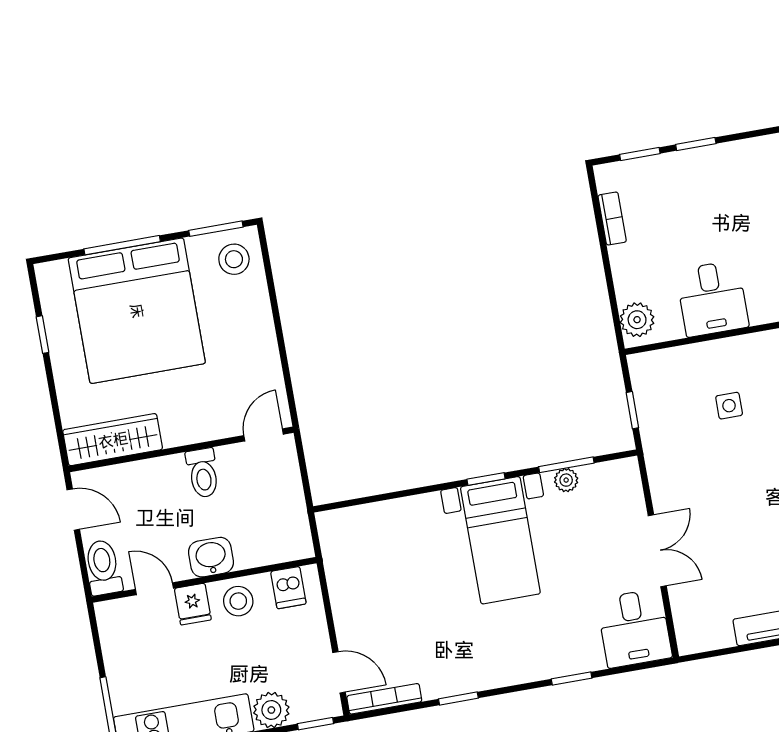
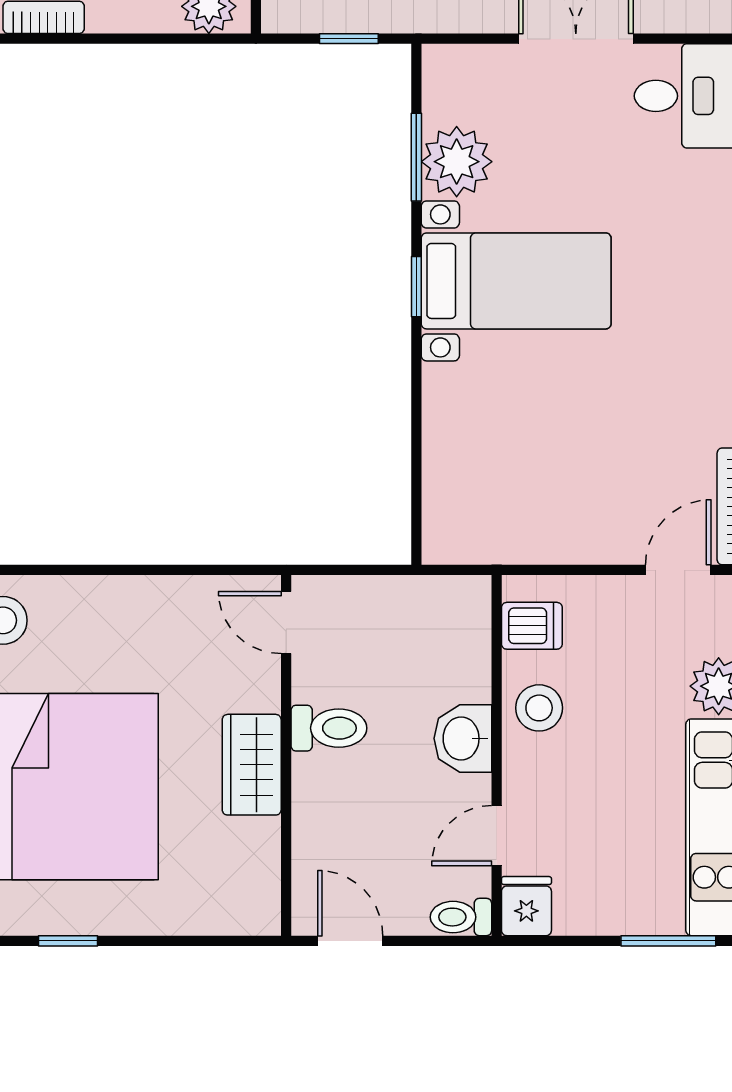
wardrobe: (113, 440) -> (252, 765), moved, width x0.67
plant: (566, 480) -> (457, 162), width x1.88, depth x1.88
door: (73, 510) -> (350, 941), hinge flipped
toilet: (103, 567) -> (461, 917), width x0.73, depth x0.72
fridge: (193, 604) -> (526, 906), moved, turned -90

